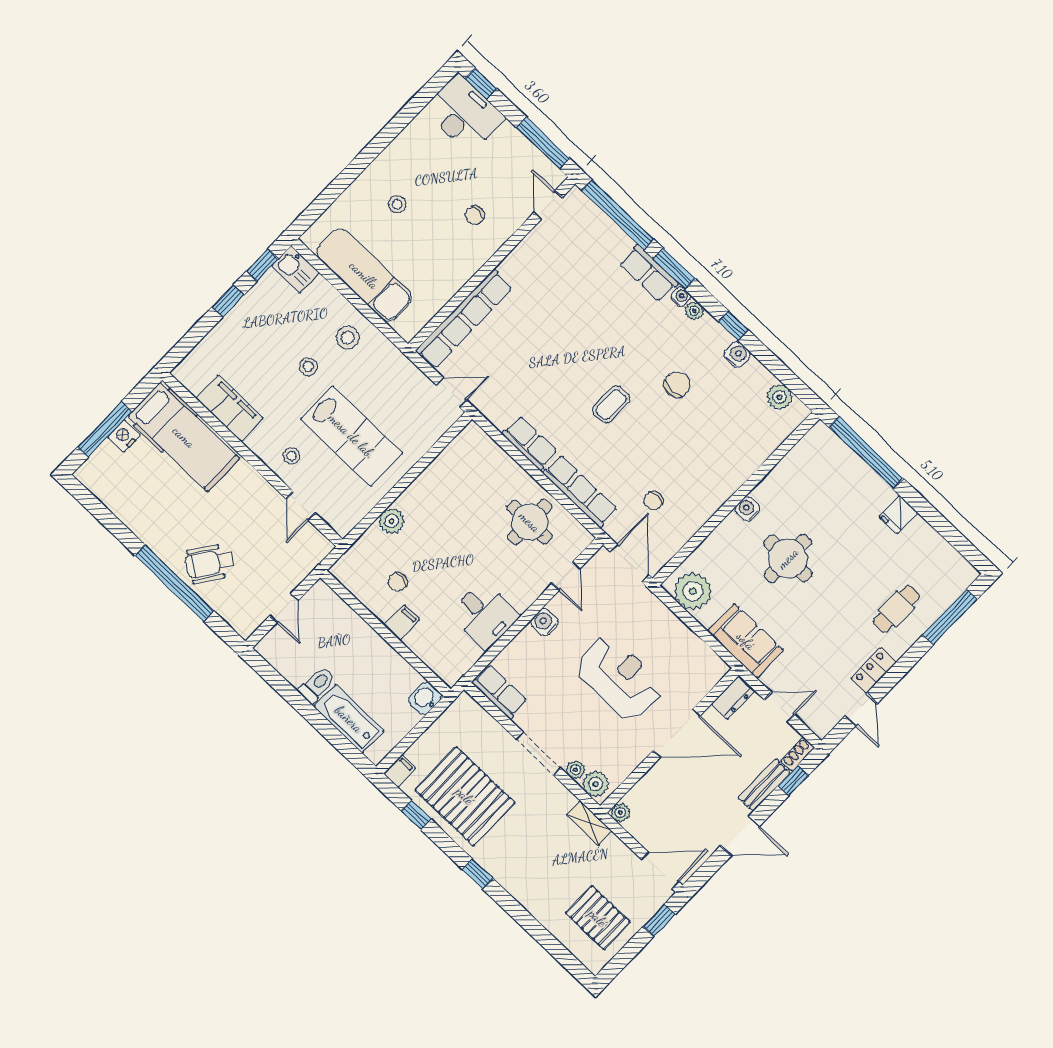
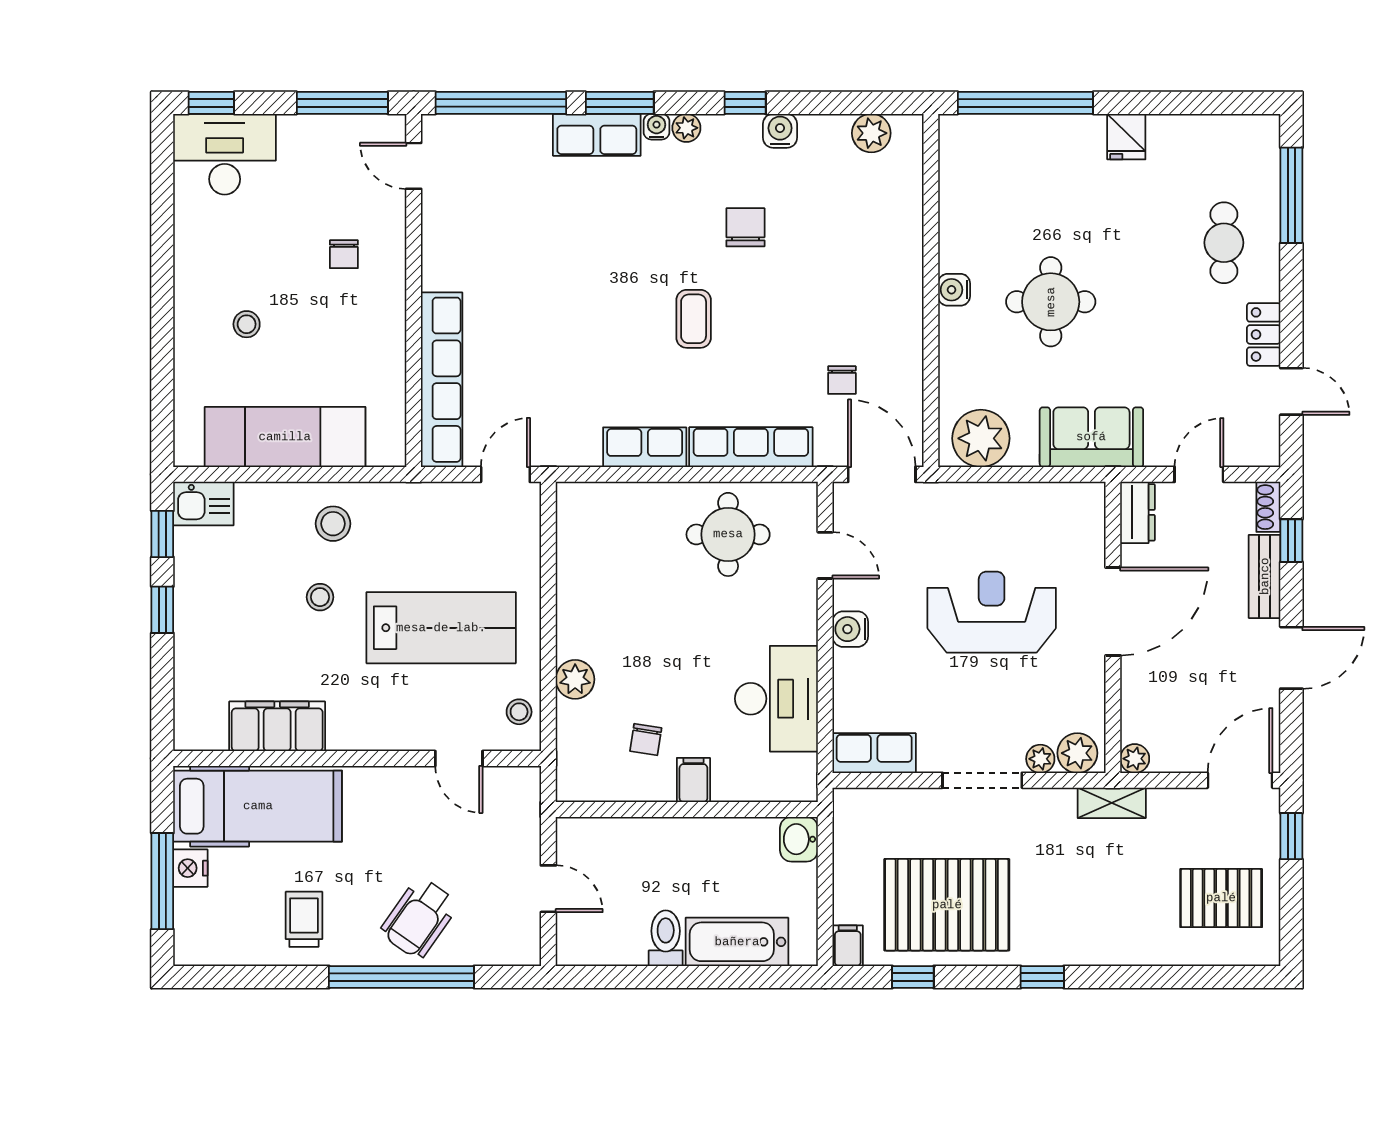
stool: (292, 456) -> (519, 712), moved
trolley: (154, 512) -> (304, 919), added
desk: (484, 615) -> (776, 699), width x1.37

